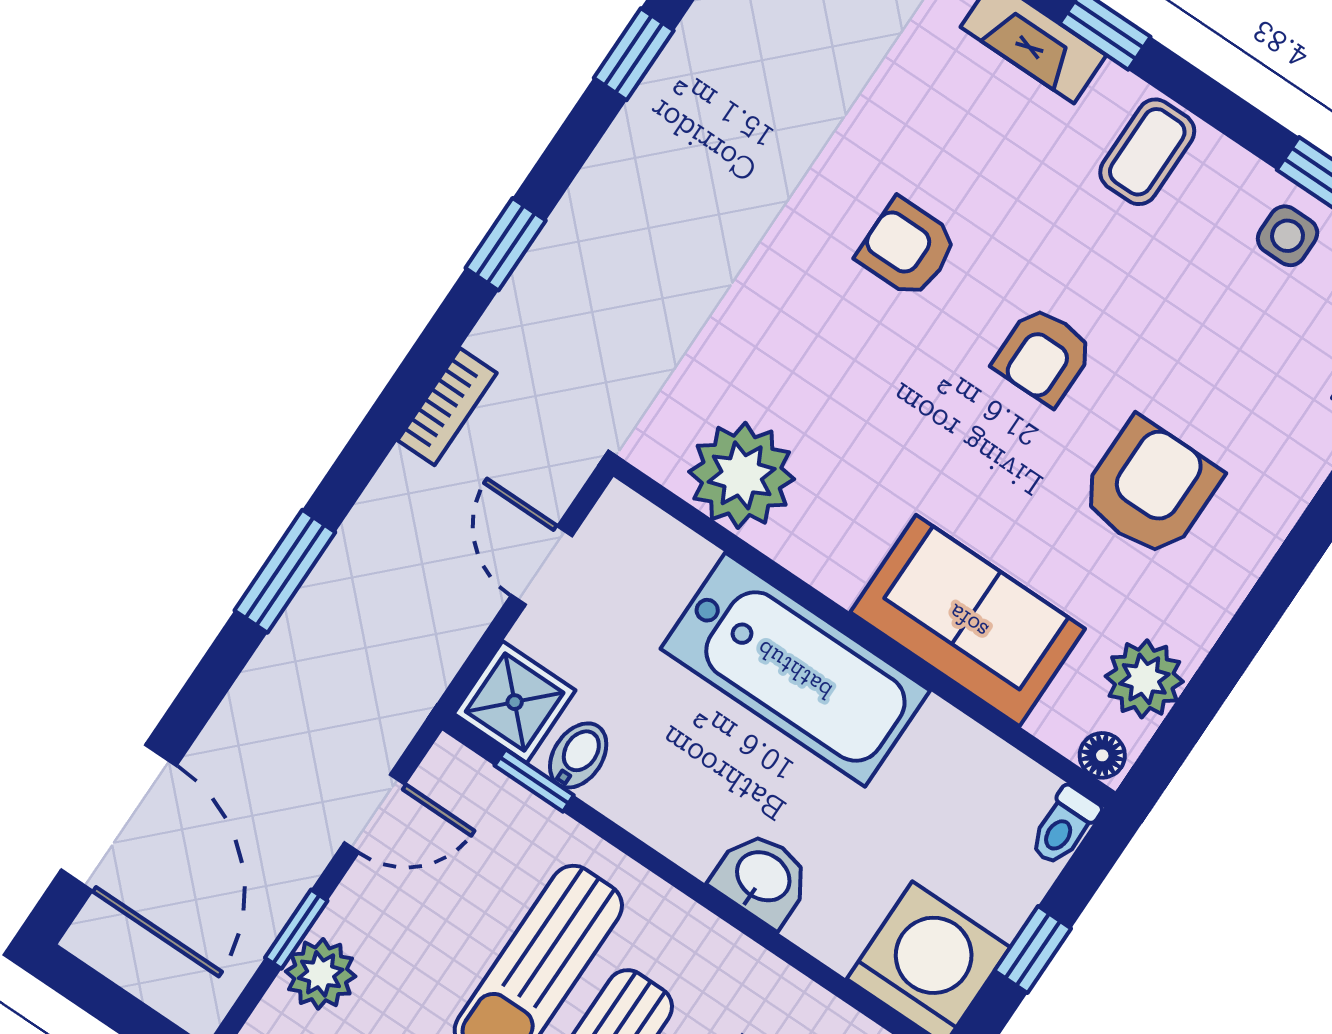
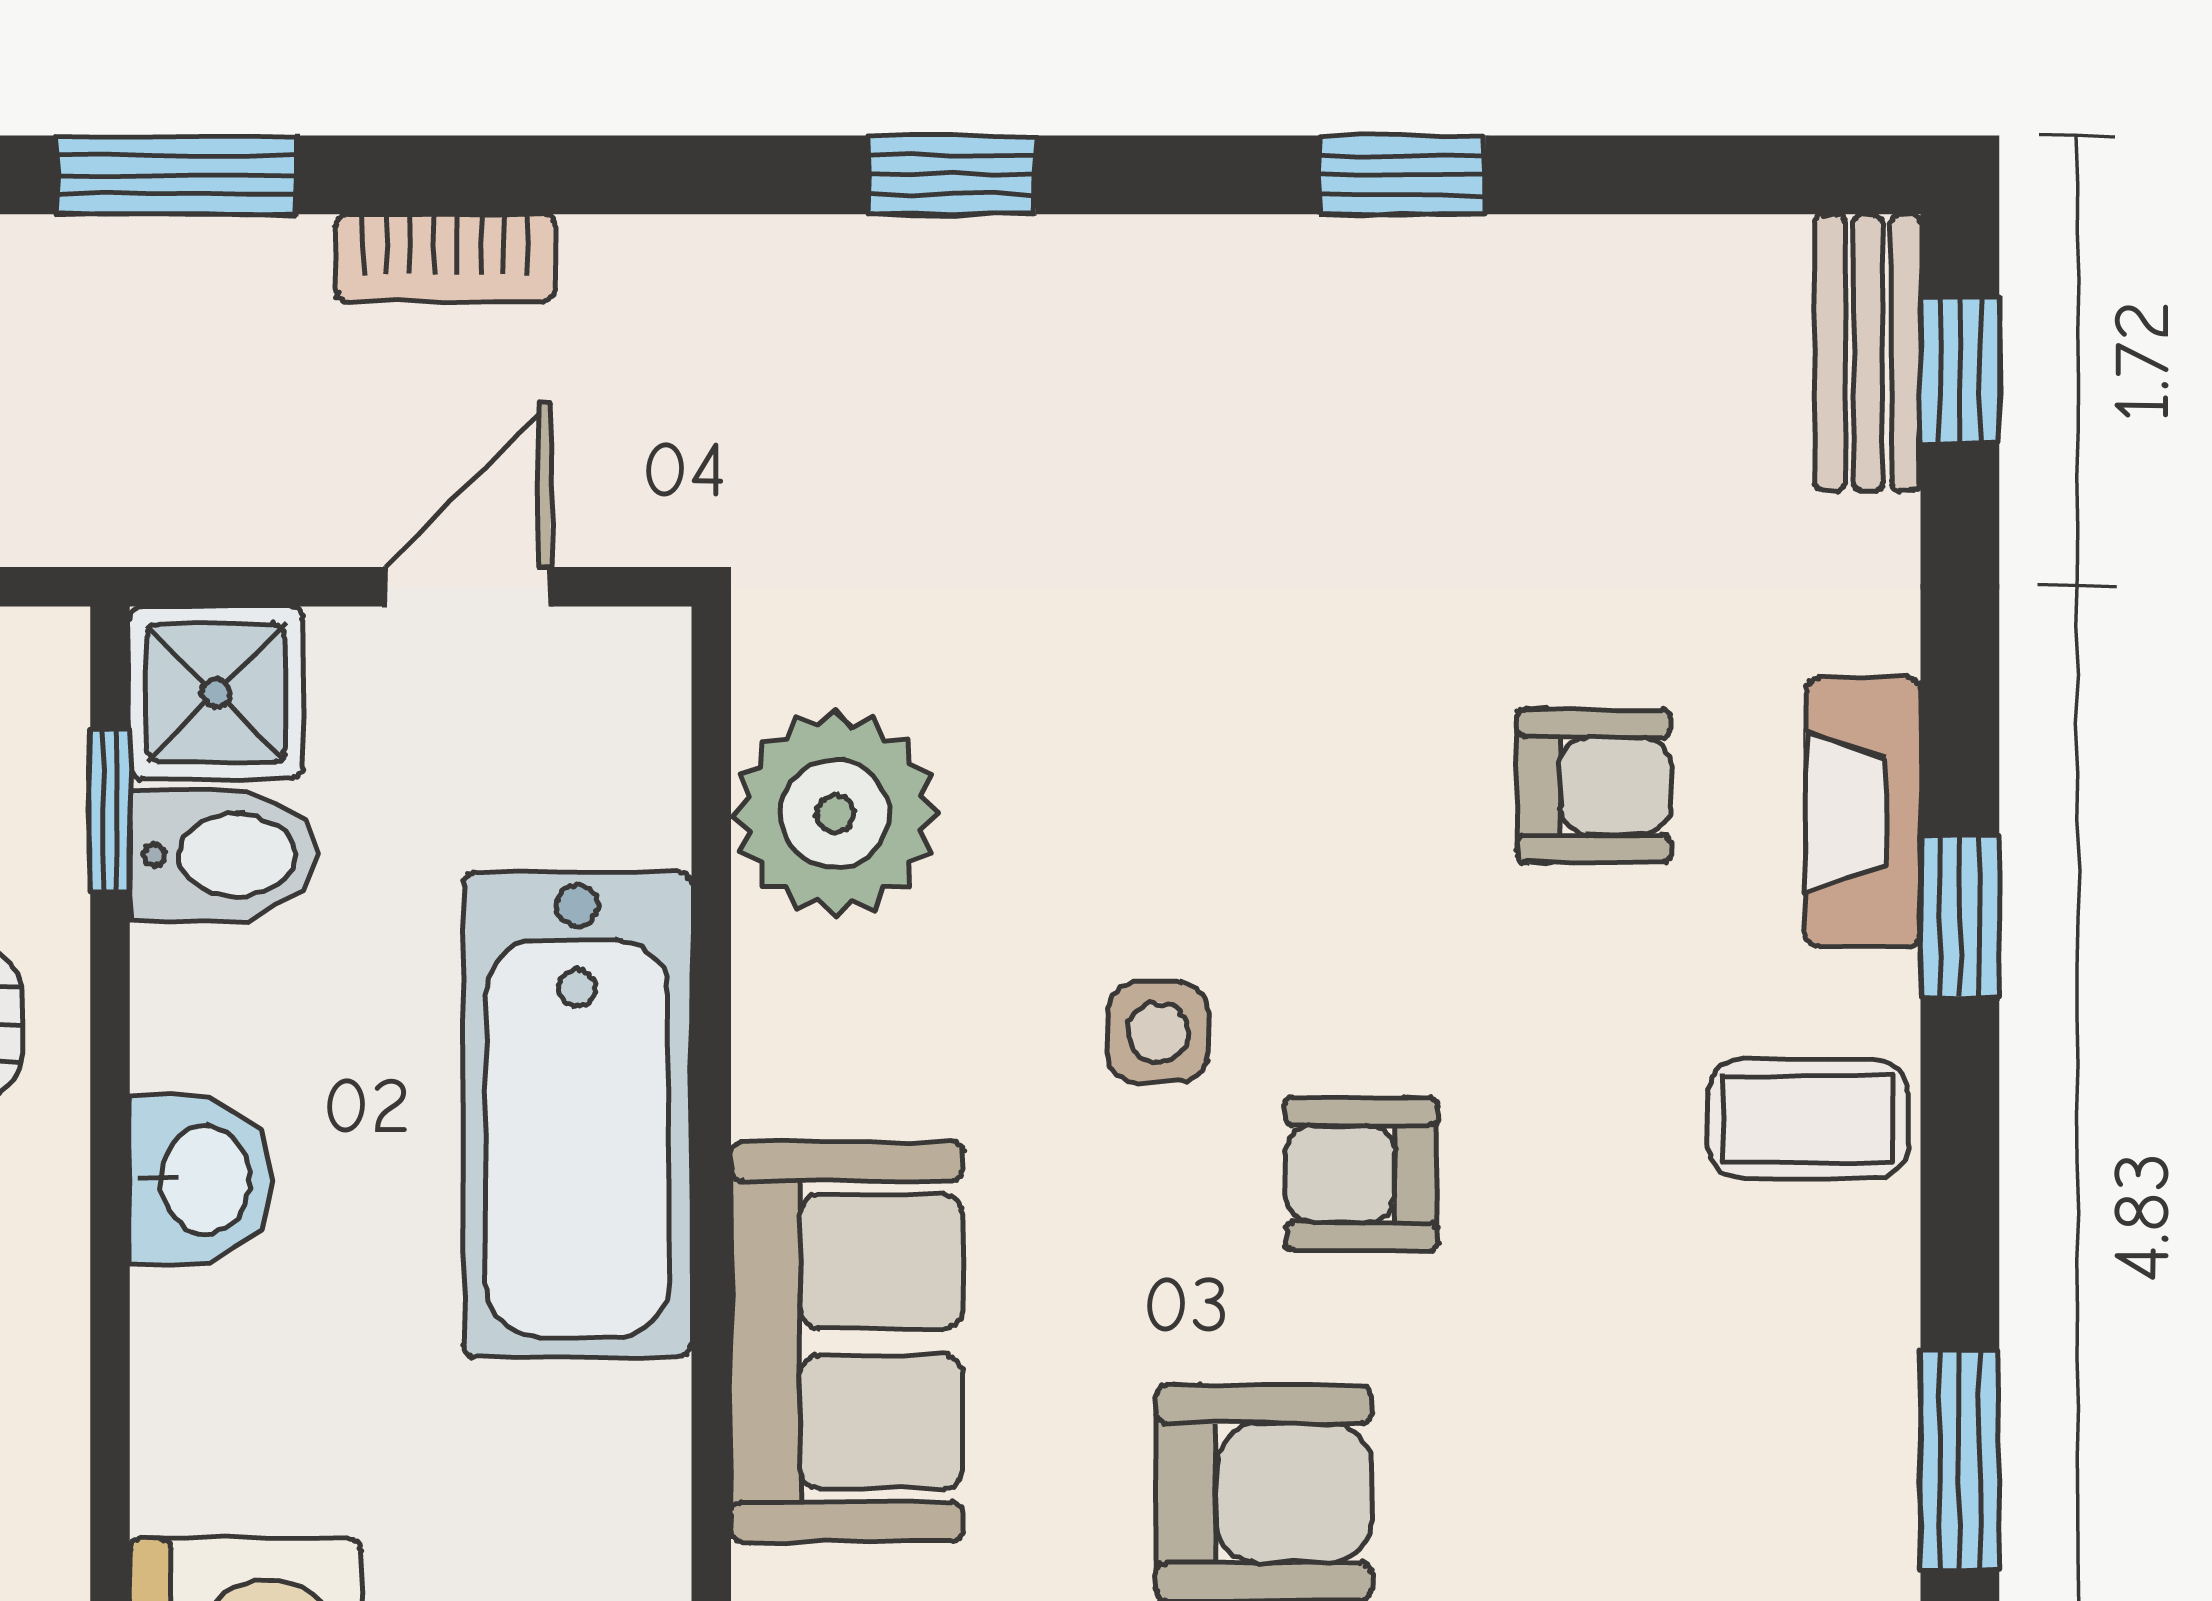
side table: (1288, 236) -> (1158, 1032), moved
armchair: (907, 248) -> (1594, 786), moved, turned 90
bookcase: (447, 407) -> (445, 258), moved
bidet: (578, 755) -> (224, 855), width x1.38, depth x1.36
washbasin: (762, 878) -> (201, 1180), moved

